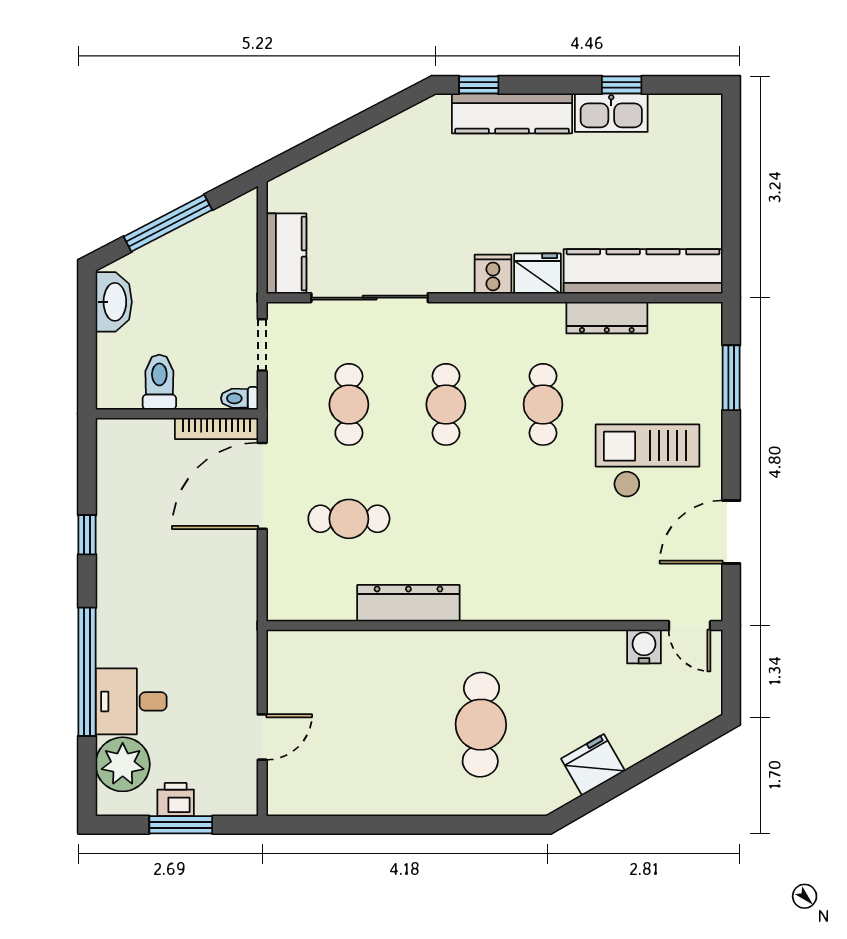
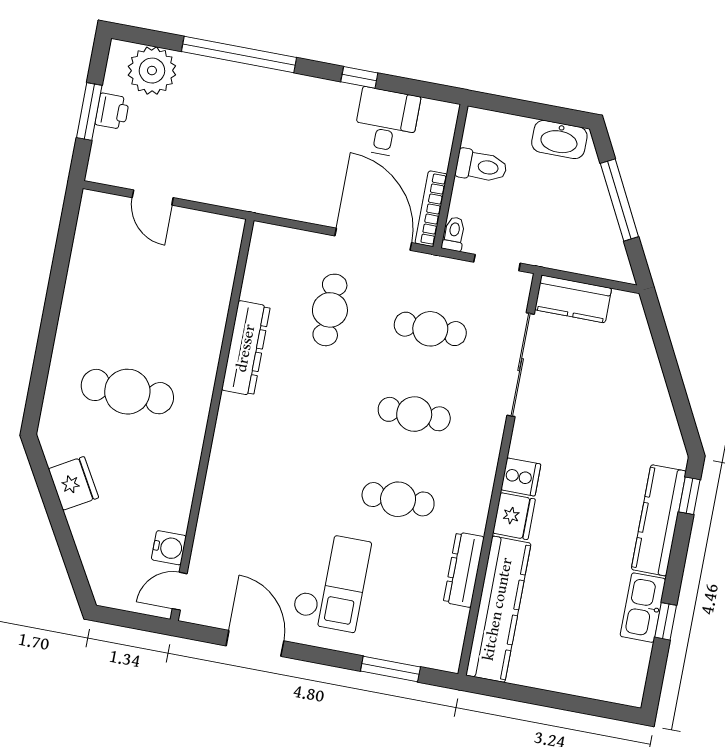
desk: (131, 701) -> (386, 123), moved

